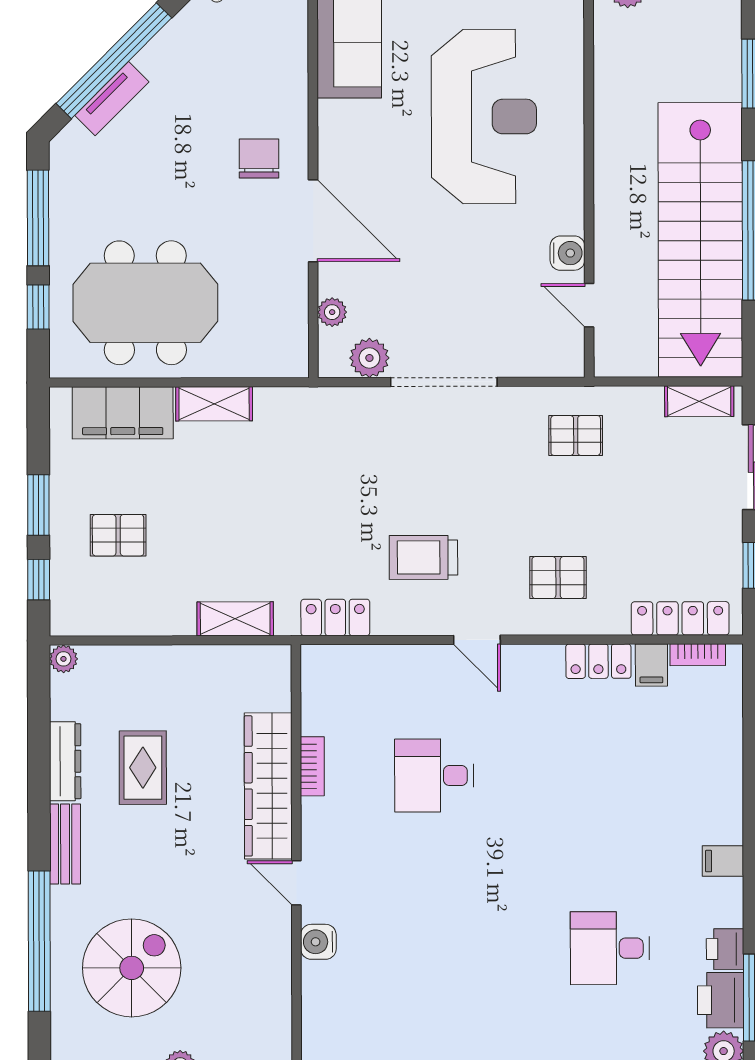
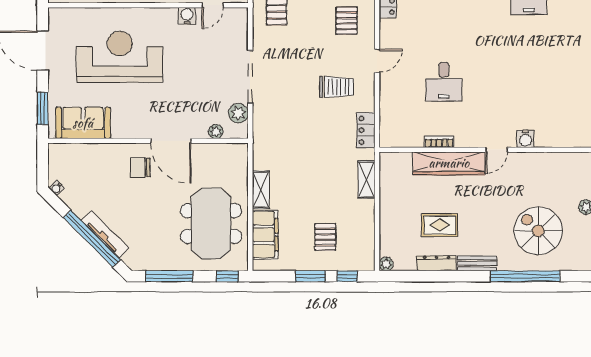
tv unit: (112, 99) -> (105, 234), width x1.41
door: (313, 221) -> (171, 141), swing flipped
window: (38, 307) -> (227, 276), moved
trolley: (423, 557) -> (337, 87), turned -90

